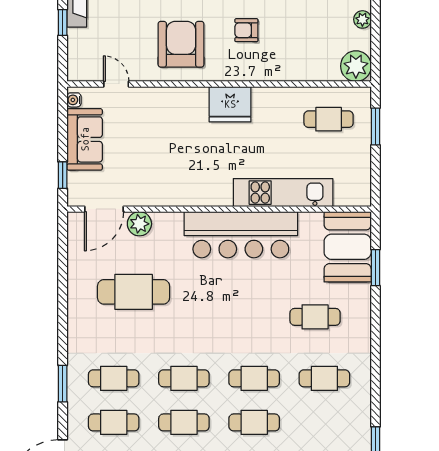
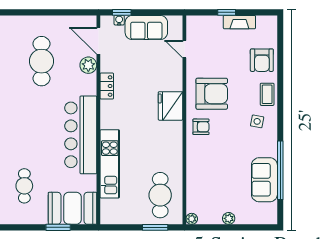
armchair: (246, 30) -> (201, 127), moved, turned 90
plant: (356, 66) -> (192, 219), width x0.53, depth x0.53
door: (116, 84) -> (184, 49), swing flipped
water cooler: (74, 100) -> (119, 20), moved
fridge: (230, 104) -> (170, 106), moved
cafe table: (329, 119) -> (160, 195), width x1.37, depth x1.35
locker: (170, 197) -> (107, 86), added

